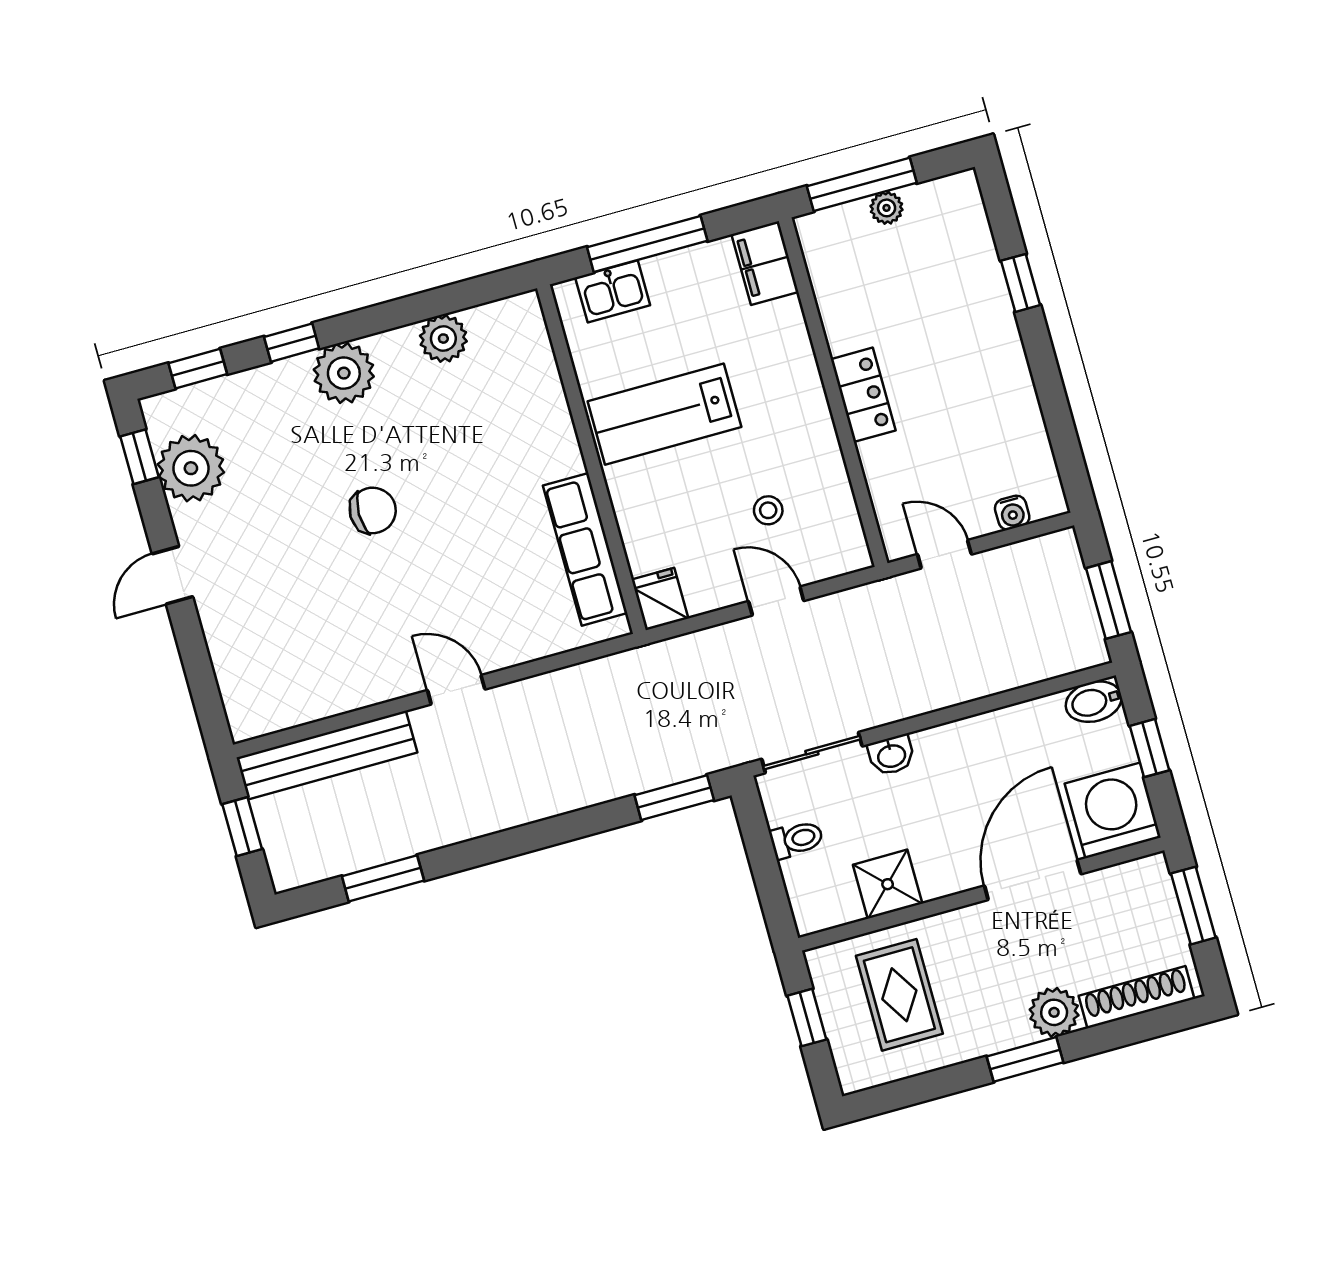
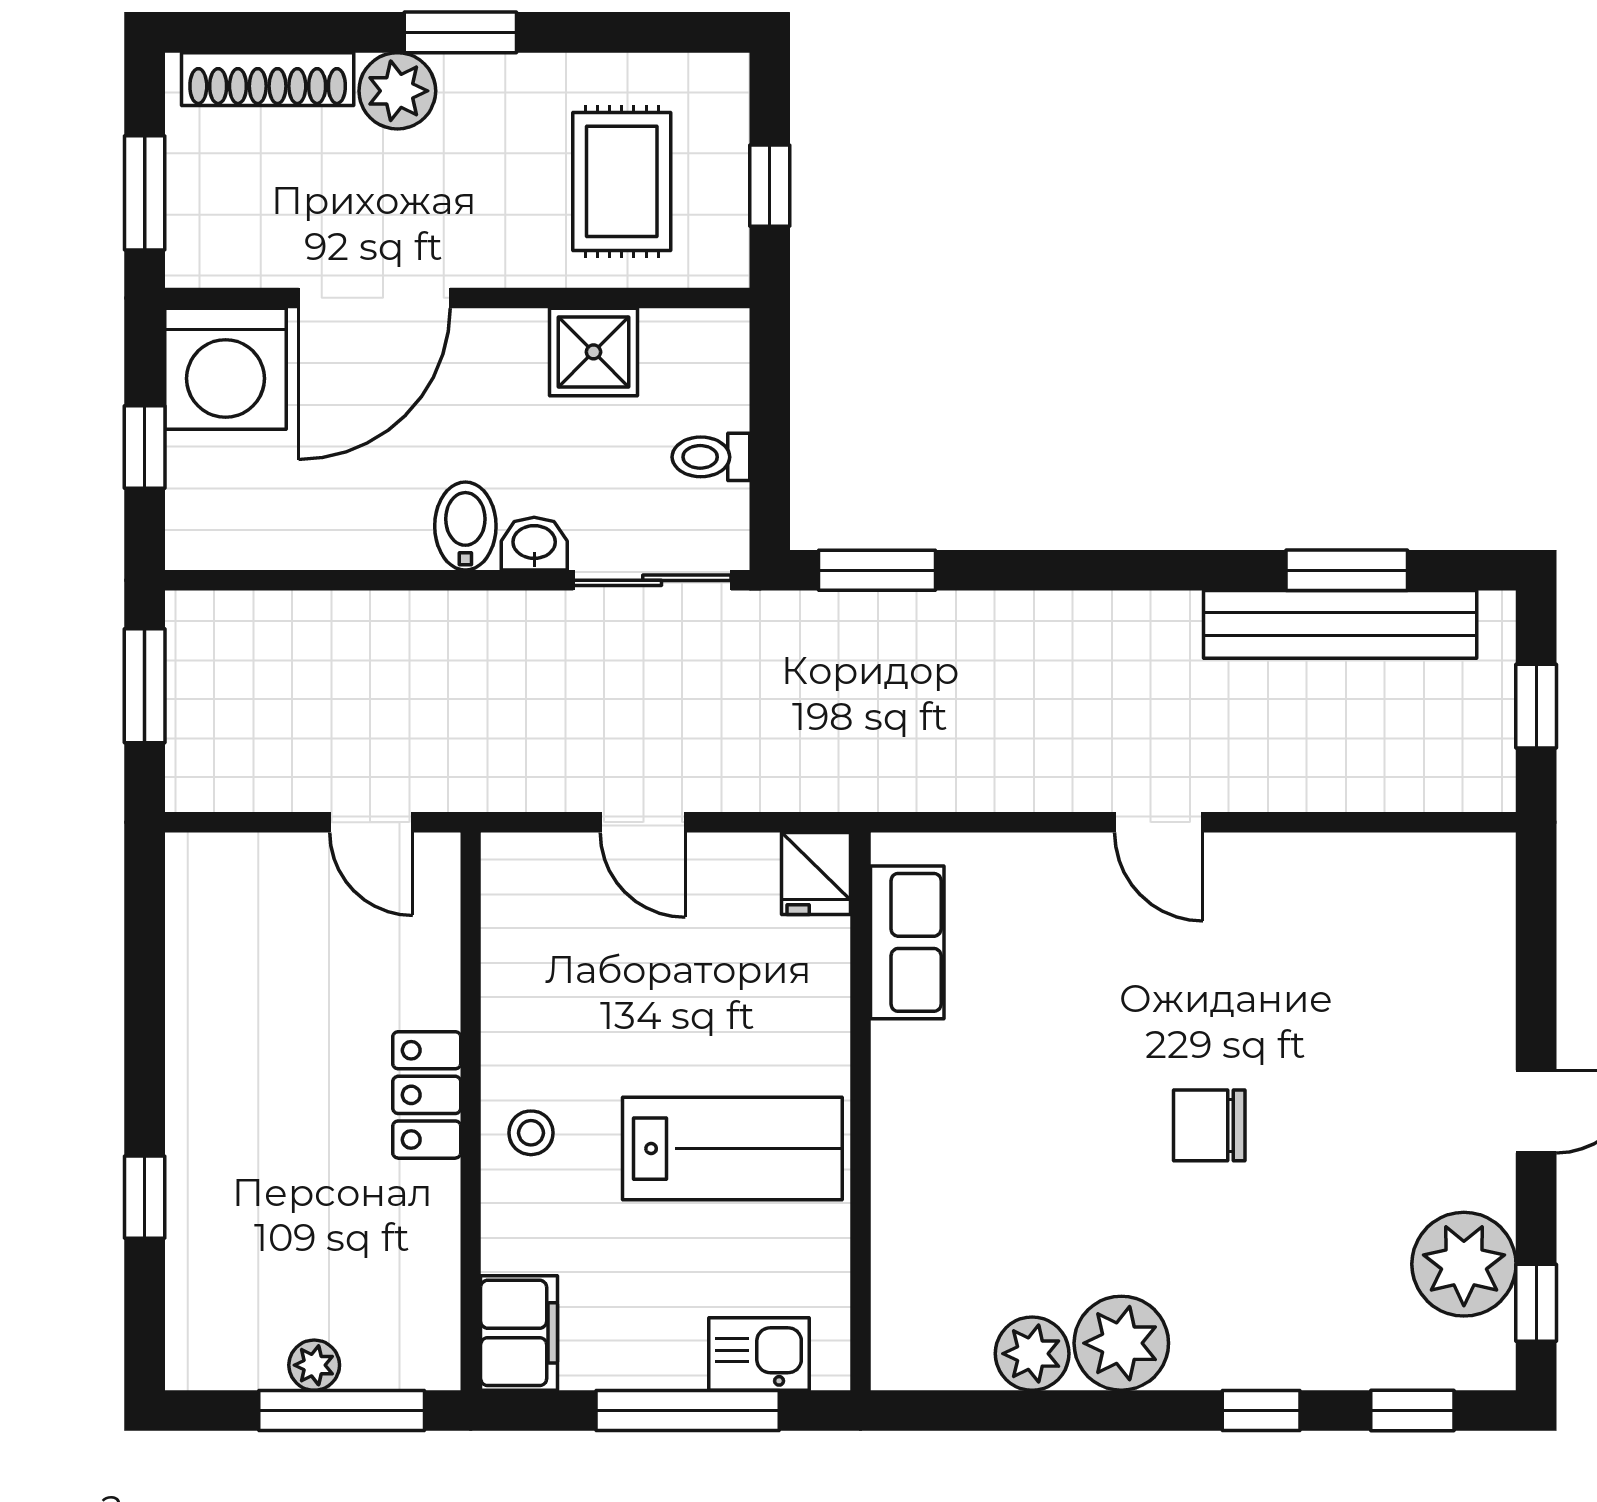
plant: (344, 373) -> (1121, 1343), moved
stool: (768, 510) -> (531, 1133), moved
water cooler: (1012, 513) -> (253, 857), removed
row of seats: (585, 549) -> (907, 942), width x0.68
bidet: (1094, 702) -> (465, 526), moved, turned -90
bench: (327, 755) -> (1340, 624), moved

